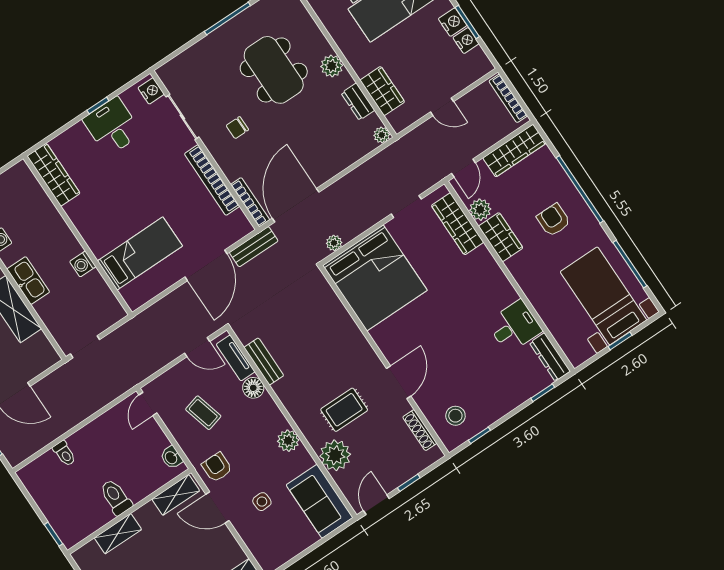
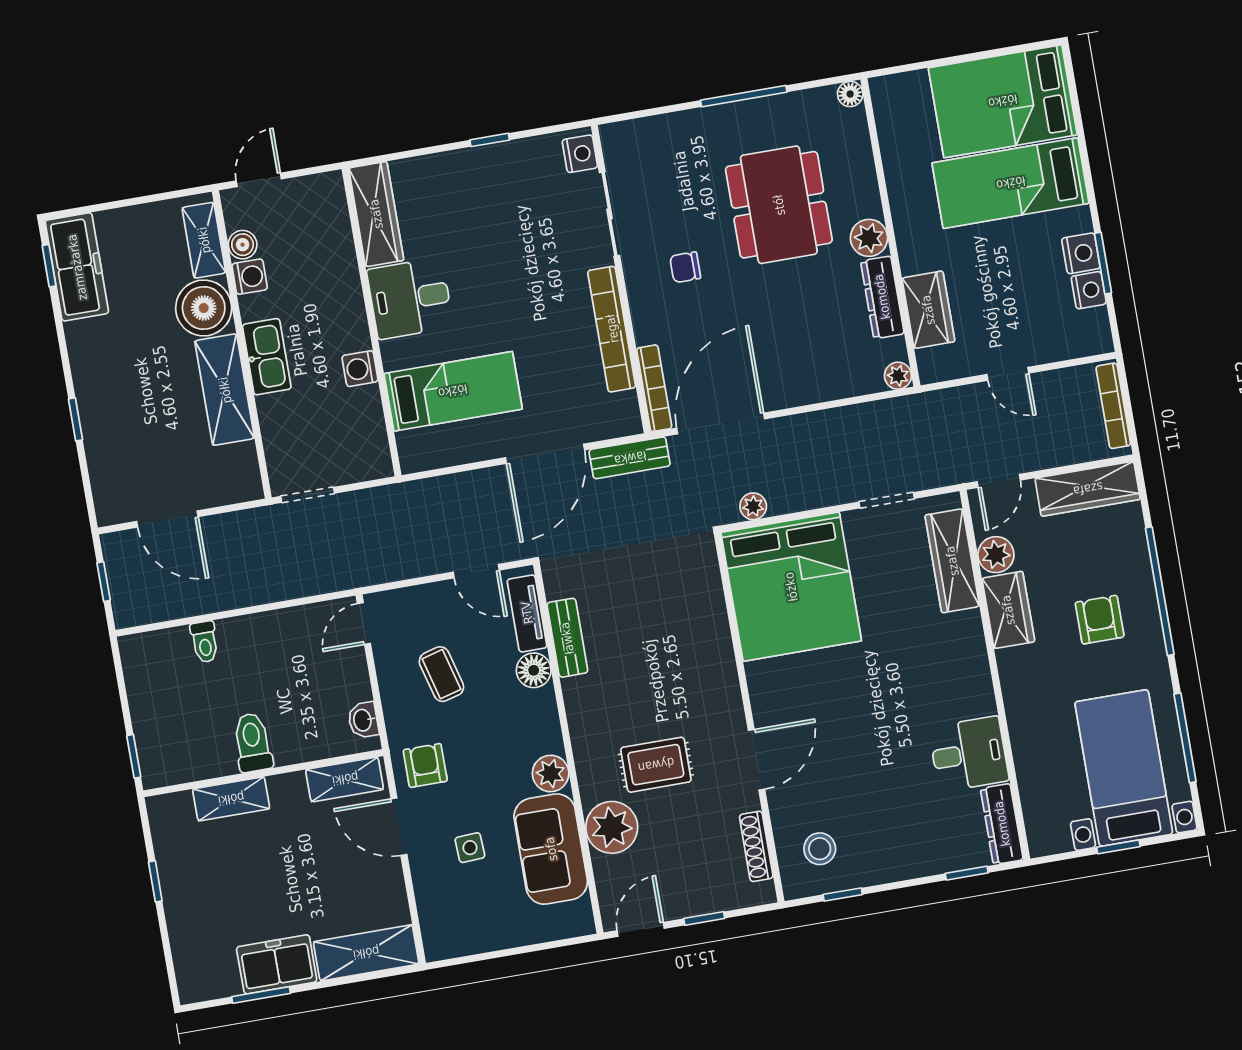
dresser: (358, 102) -> (882, 297), width x1.44
desk: (112, 127) -> (410, 298), moved, turned -90
sofa: (320, 501) -> (551, 849), moved

